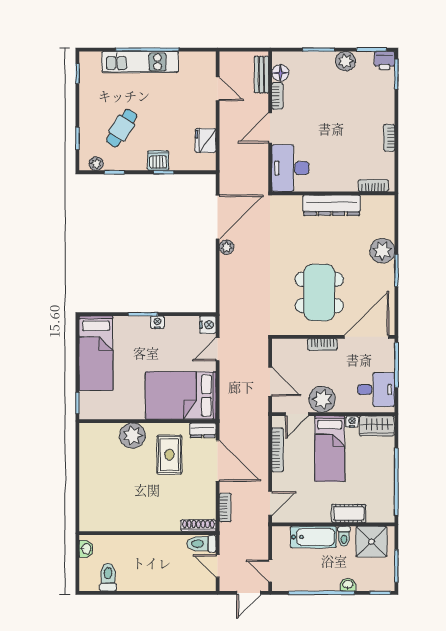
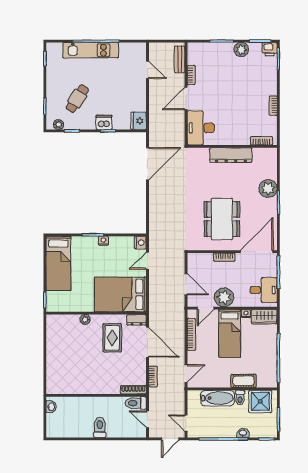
floor lamp: (280, 73) -> (193, 58), removed
fridge: (206, 141) -> (139, 121), moved
plant: (227, 247) -> (154, 186), removed
plant: (132, 436) -> (85, 319), width x0.53, depth x0.53
toilet: (108, 577) -> (100, 427), moved

